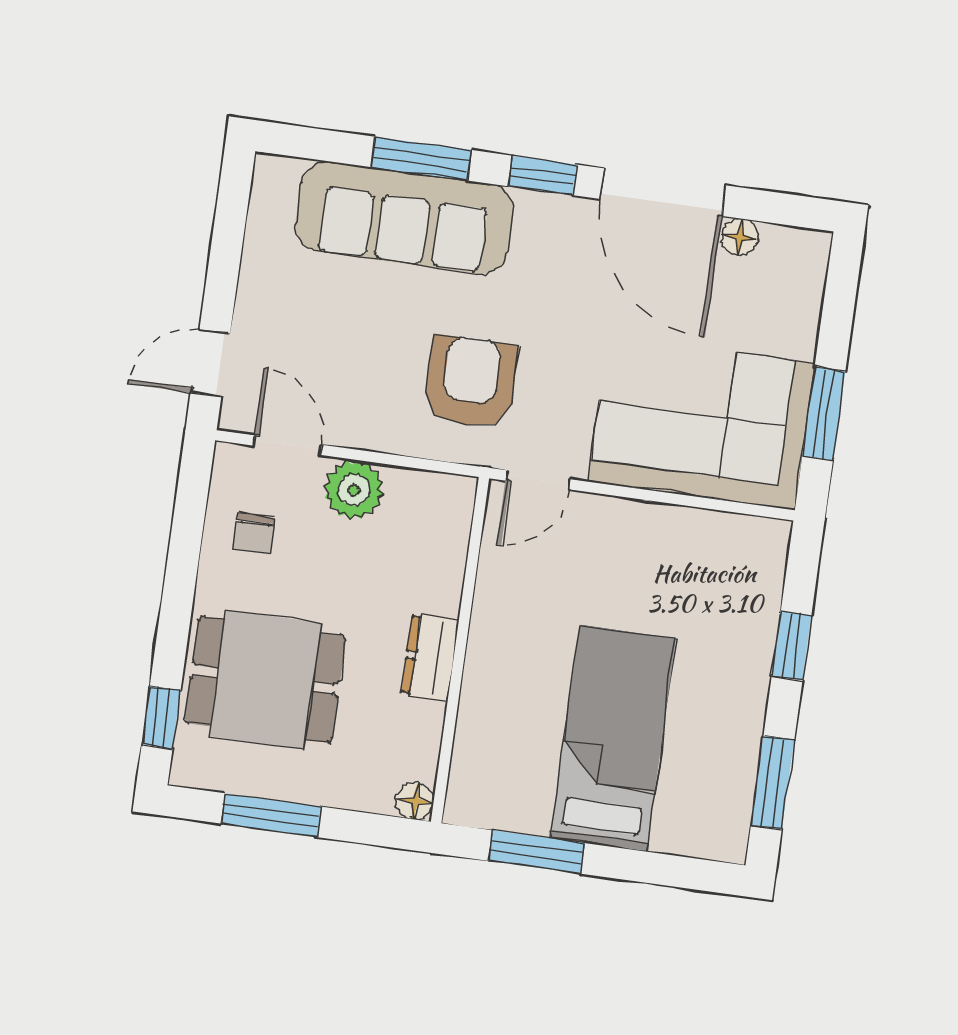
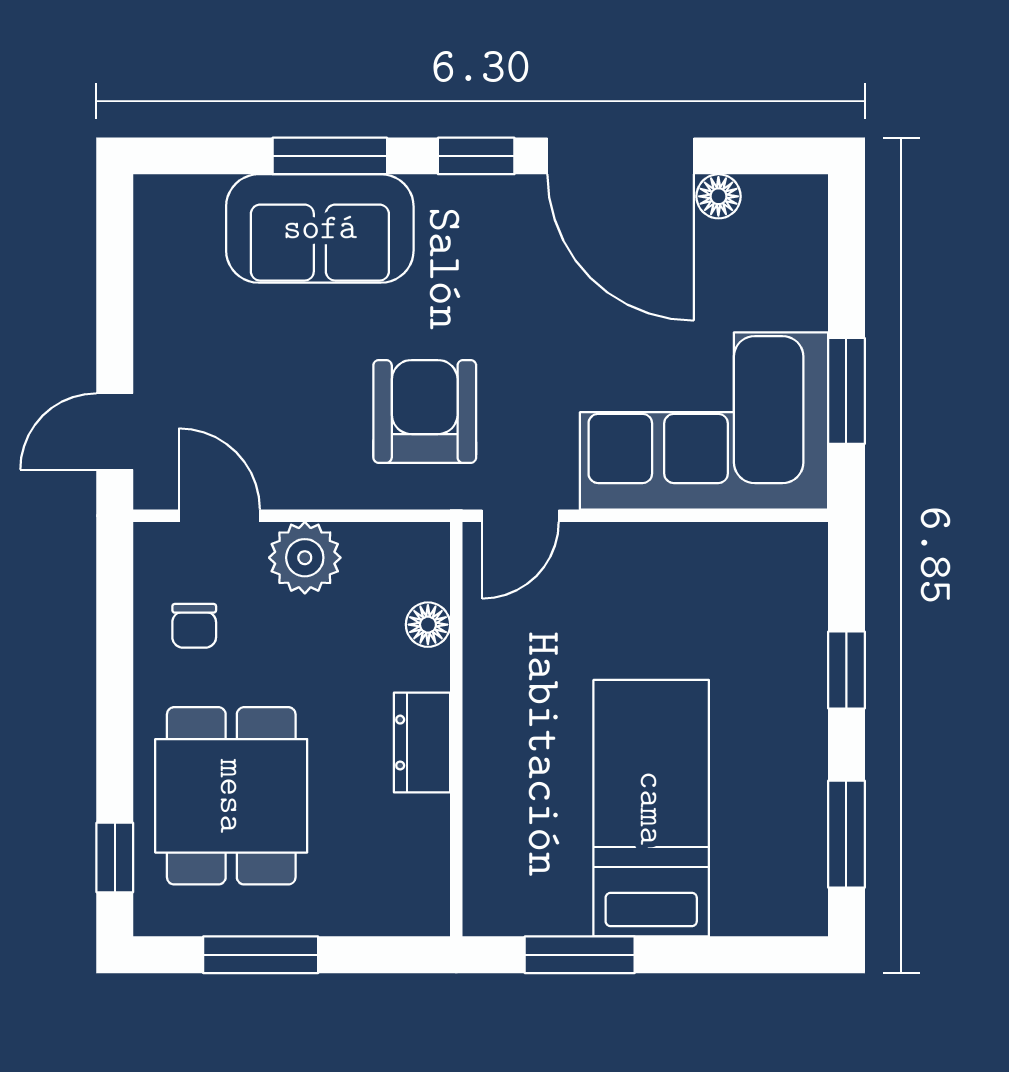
sofa: (404, 218) -> (320, 228), width x0.73
dining table: (265, 680) -> (231, 796), turned 90
floor lamp: (415, 801) -> (428, 625), moved

